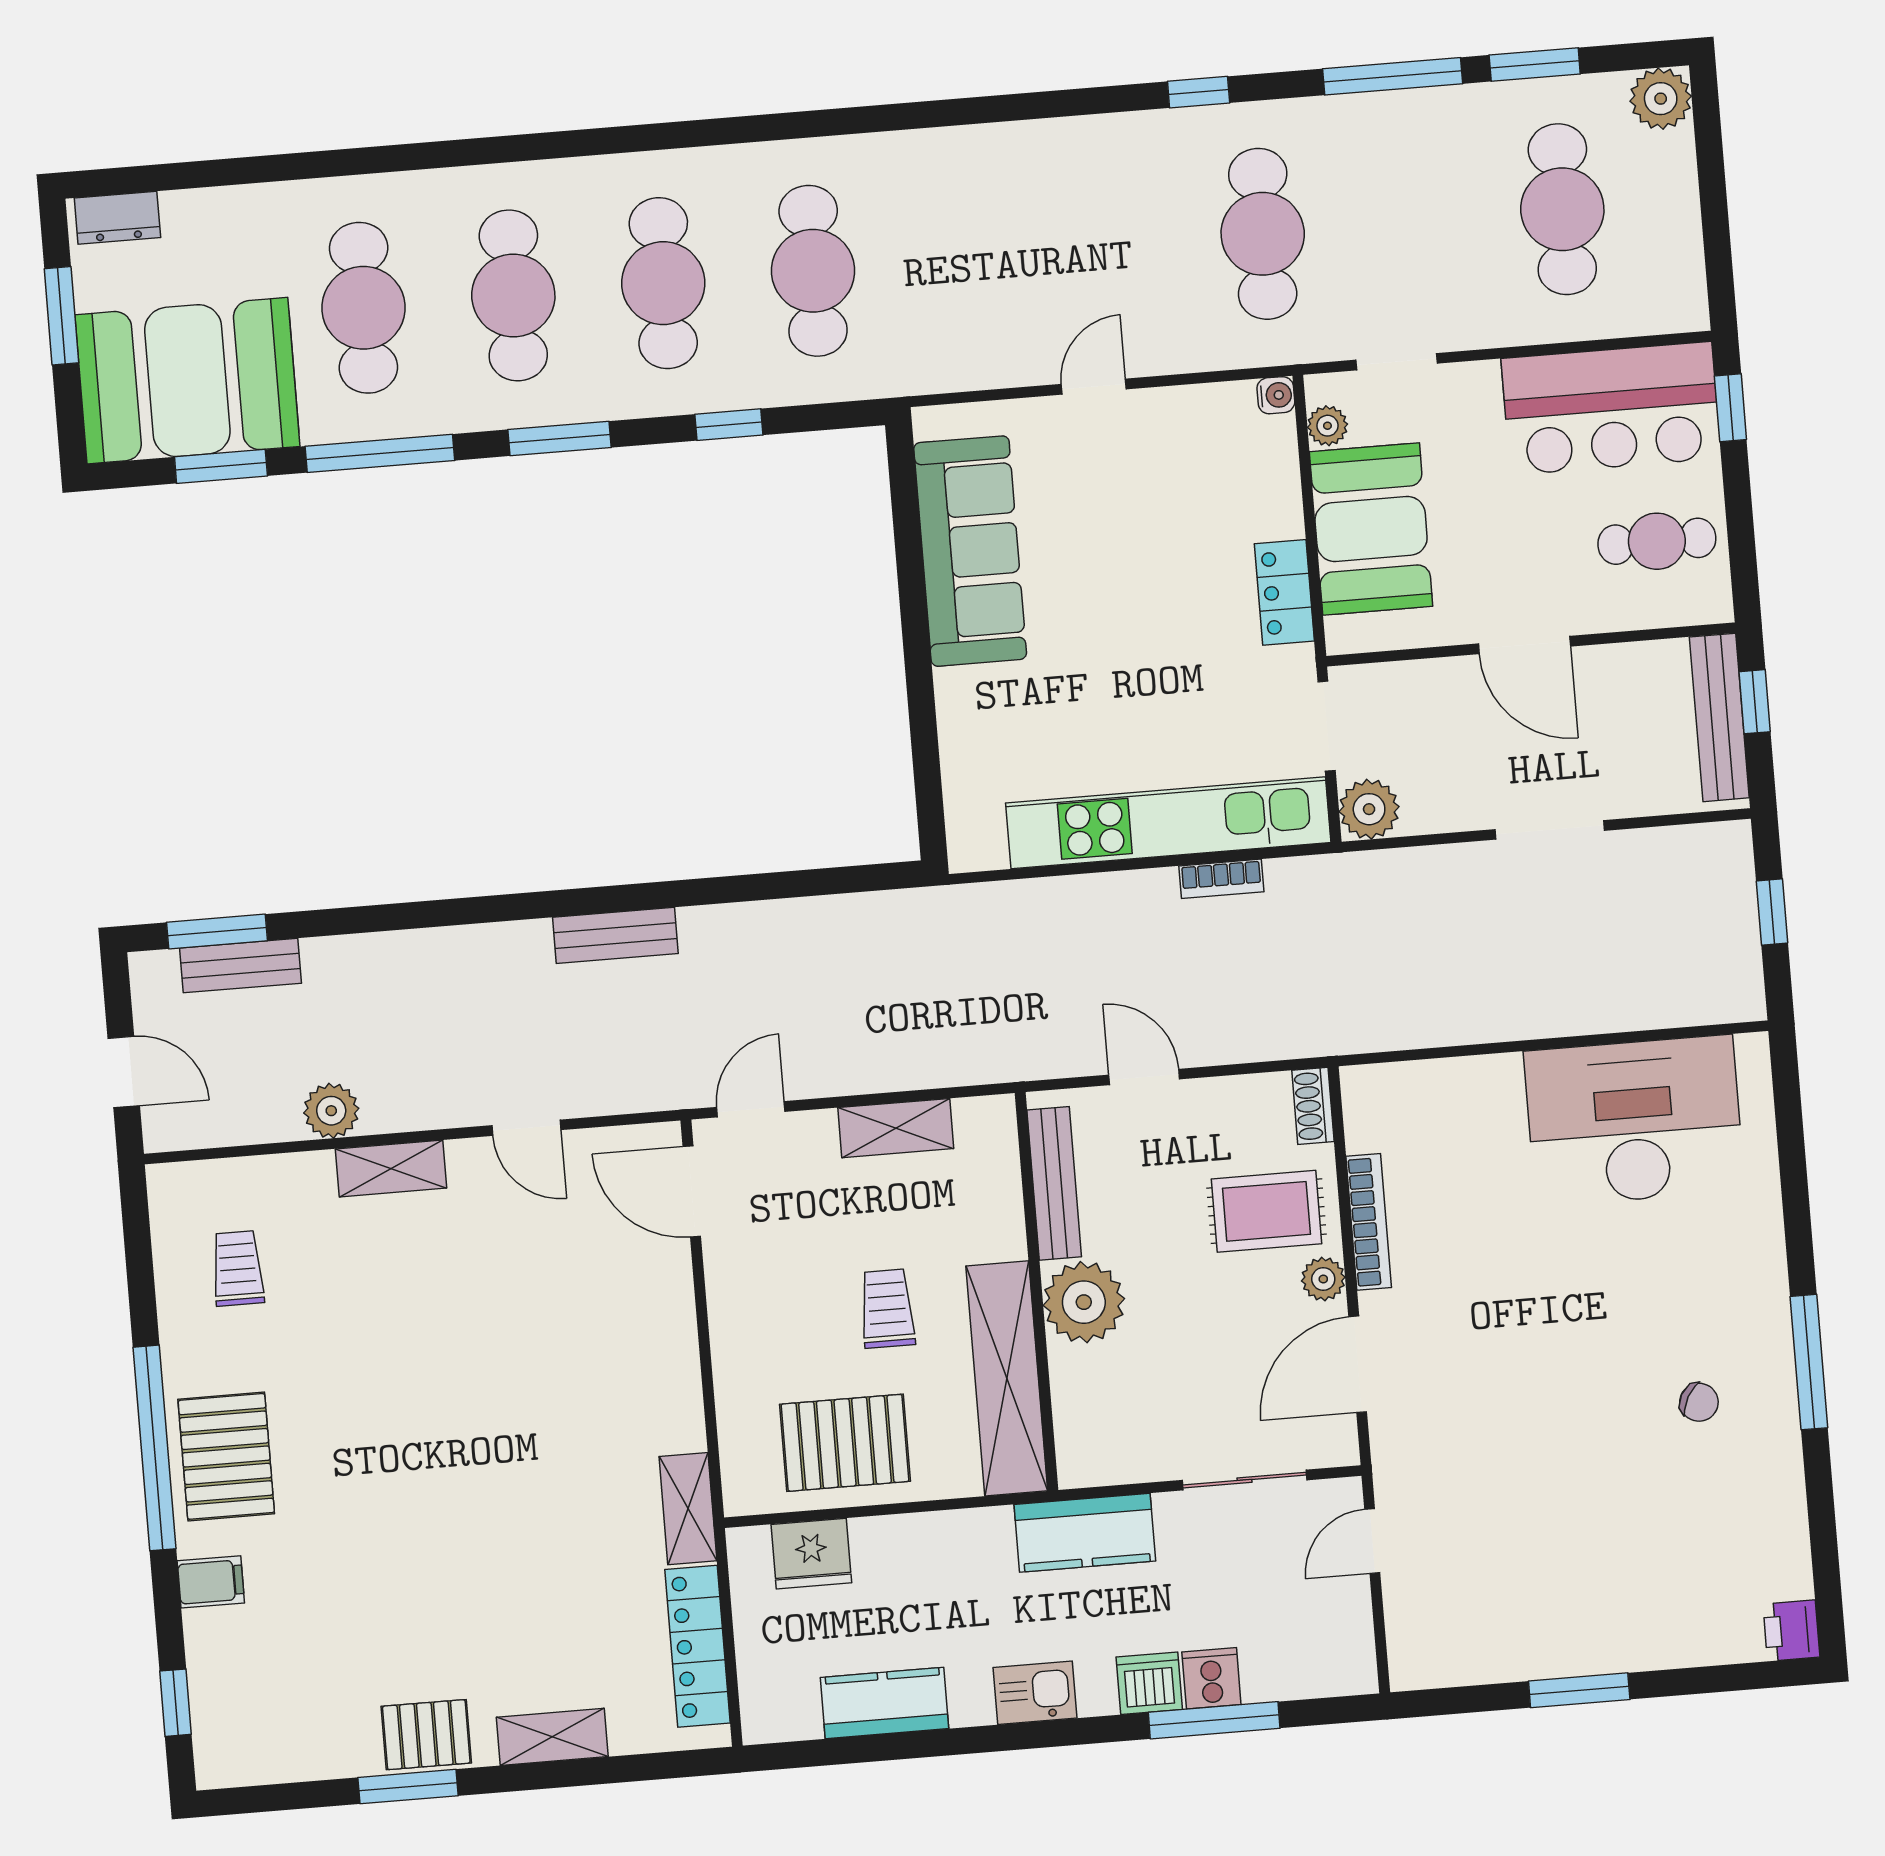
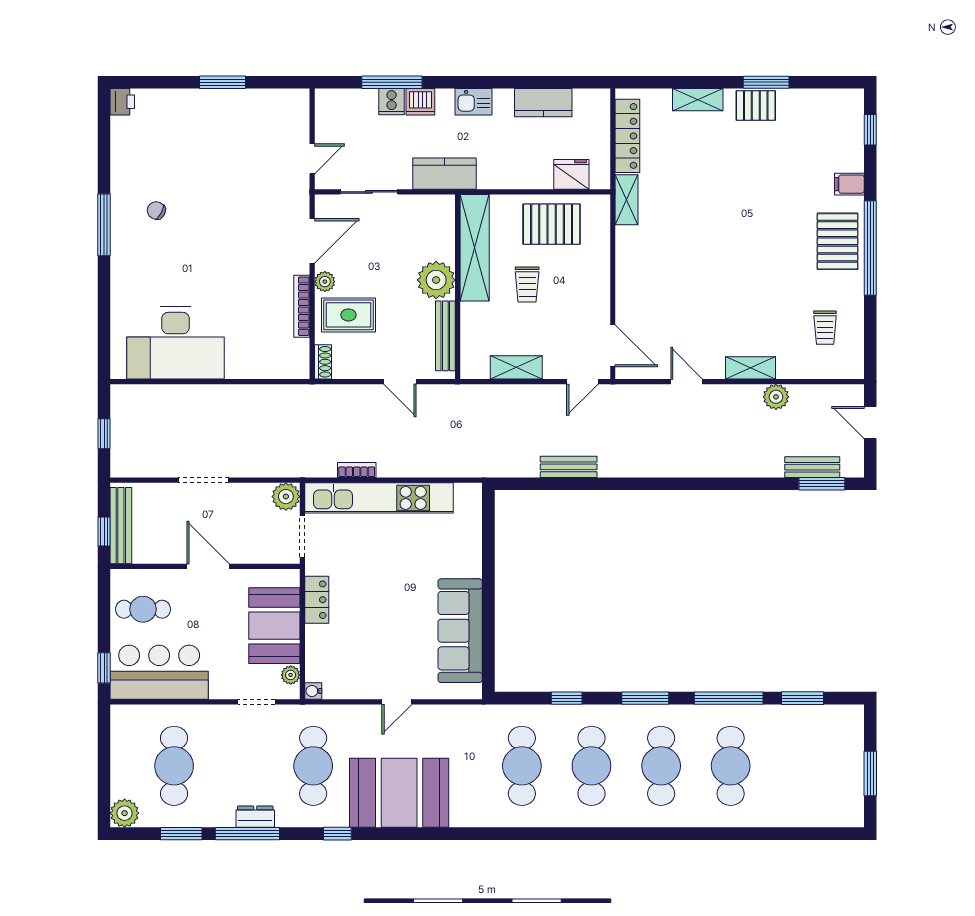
dresser: (117, 218) -> (255, 817), moved
booth: (187, 381) -> (399, 793), moved
bench: (615, 935) -> (569, 467), moved

